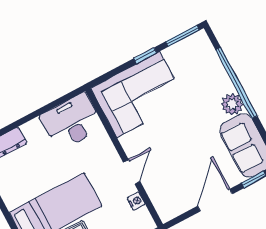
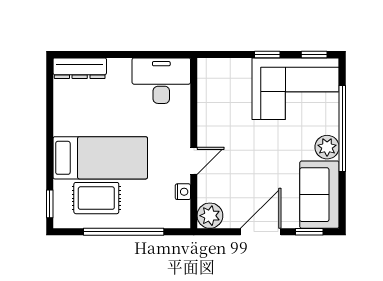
window: (182, 36) -> (314, 54), width x0.67
corner sofa: (138, 94) -> (296, 89), moved
plant: (168, 209) -> (210, 216), added

